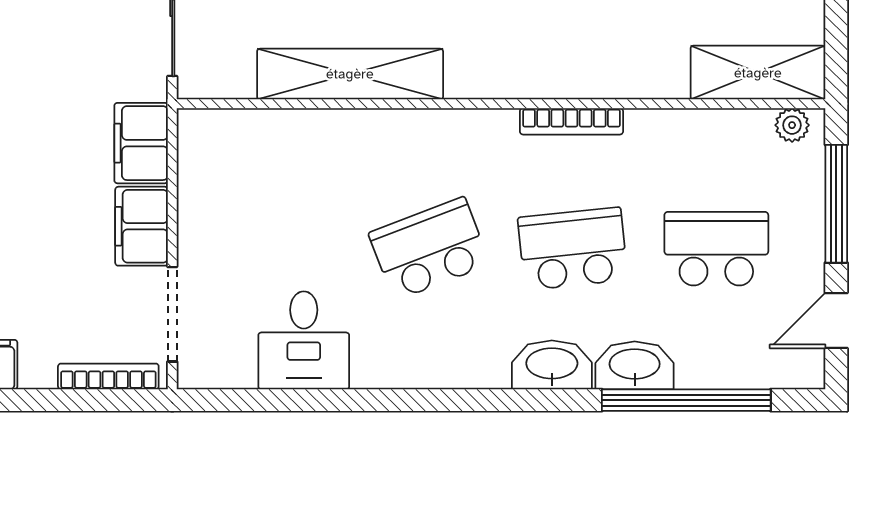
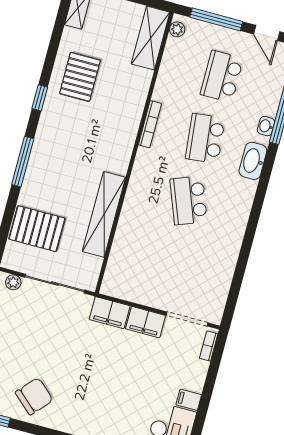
desk: (304, 340) -> (214, 265), removed
washbasin: (635, 365) -> (266, 126), width x0.52, depth x0.69
bookcase: (108, 376) -> (209, 346), width x0.64

